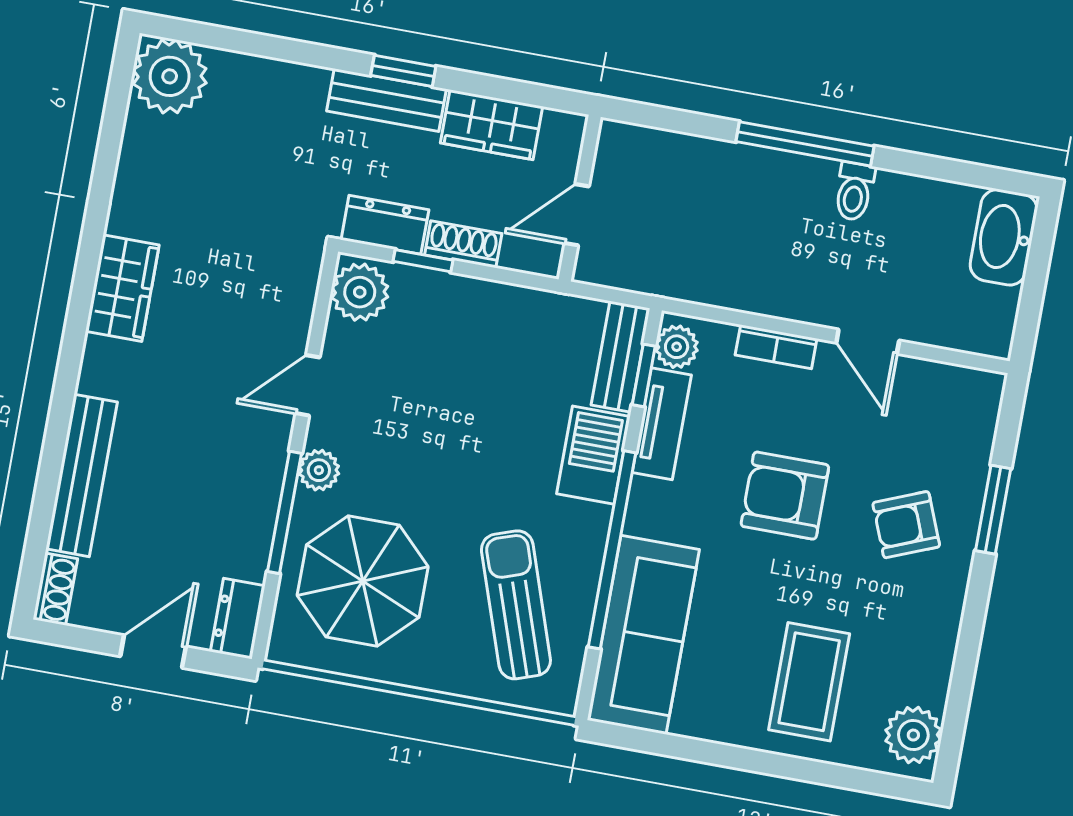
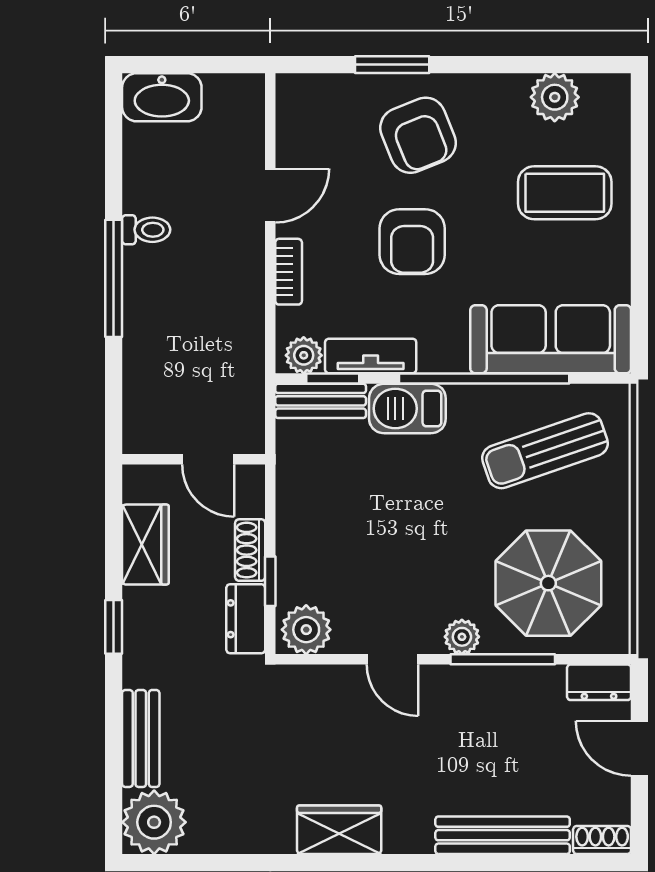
bench: (386, 100) -> (141, 738), moved
armchair: (906, 525) -> (418, 135), width x1.38, depth x1.38
plant: (913, 735) -> (555, 97), moved

